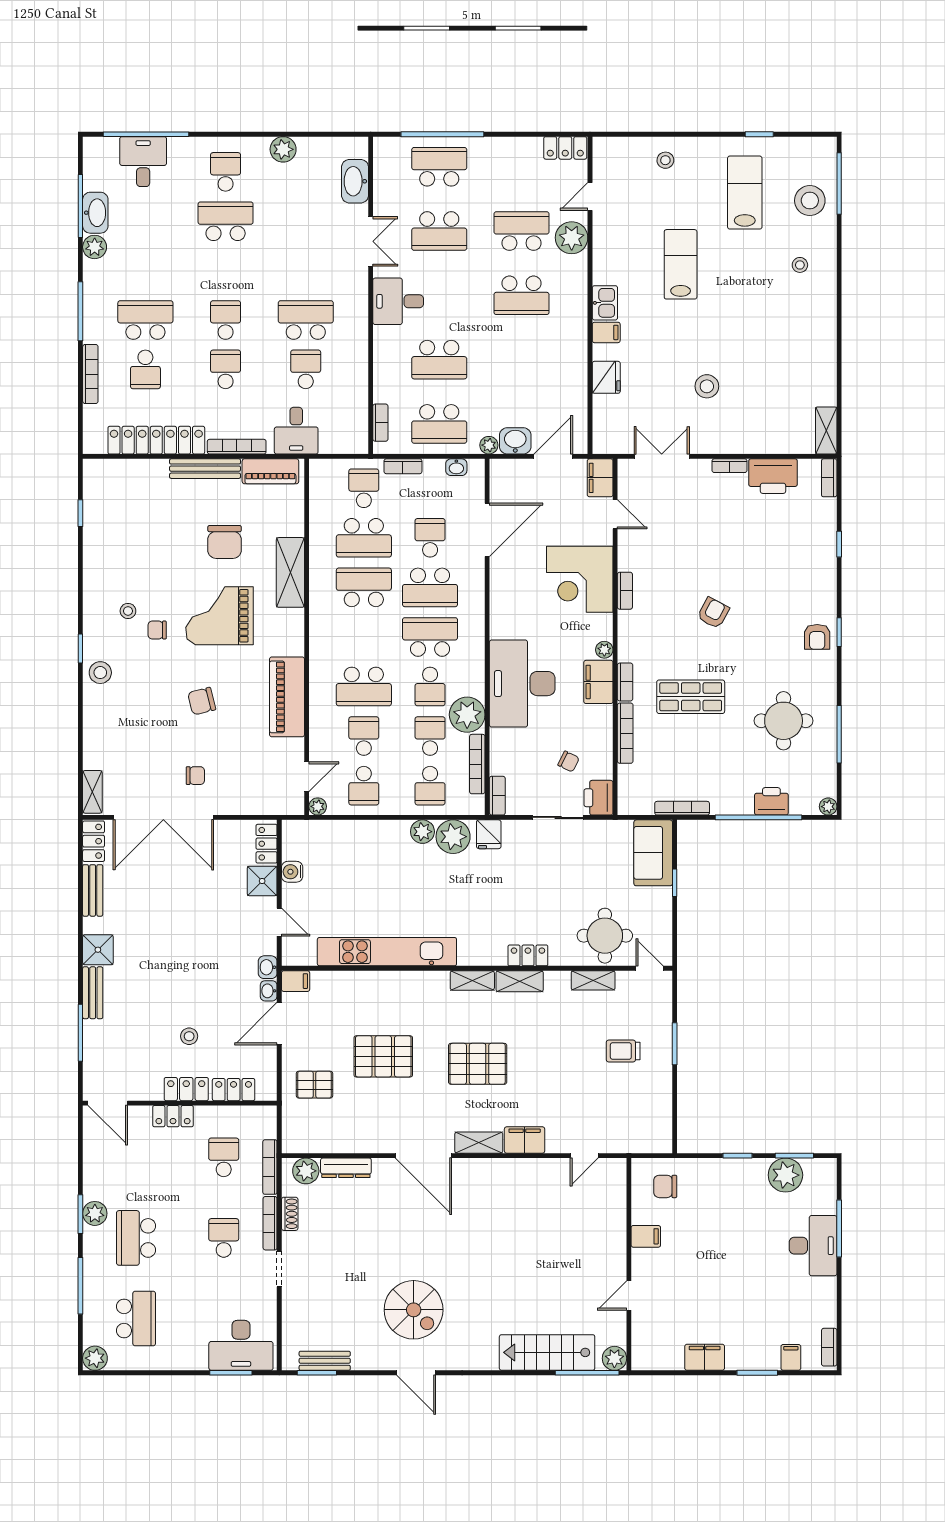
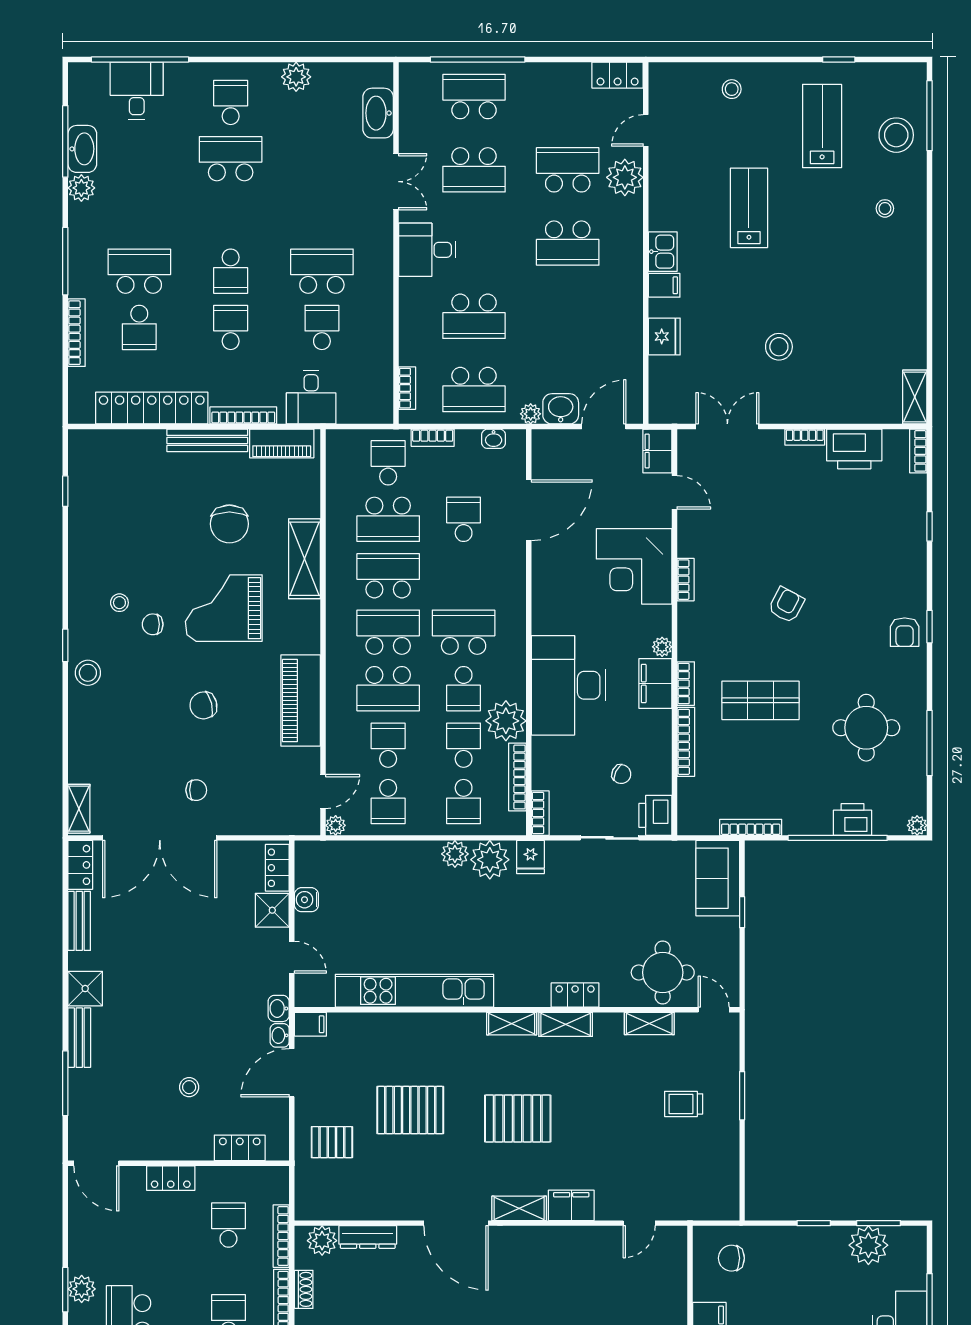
school desk: (226, 320) -> (231, 271), turned 180
school desk: (430, 587) -> (388, 632), moved, turned 180
locker: (186, 1089) -> (186, 1147), removed

